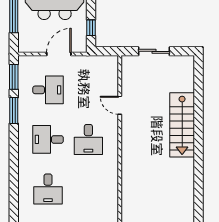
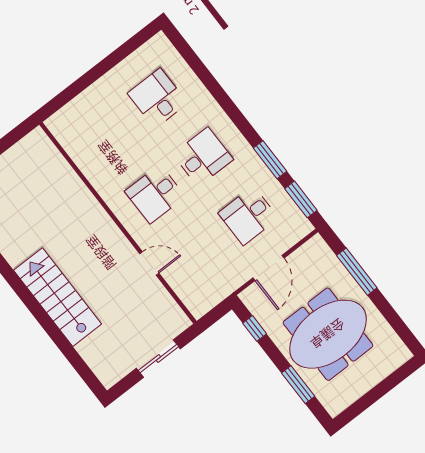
desk: (88, 139) -> (155, 194), turned -90

